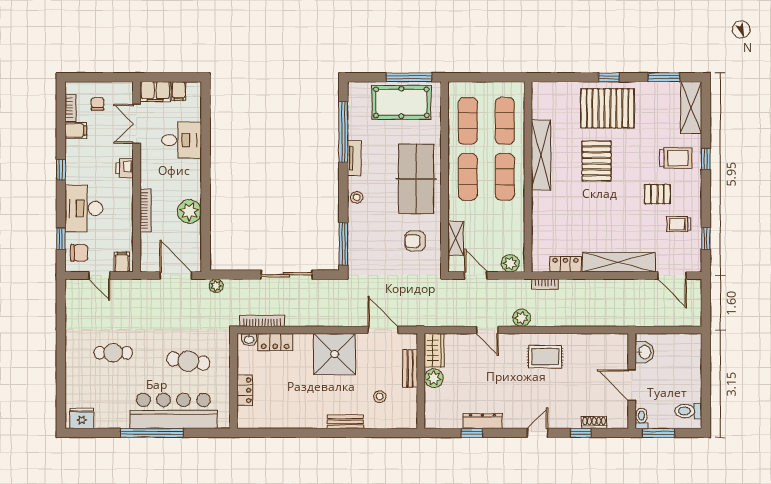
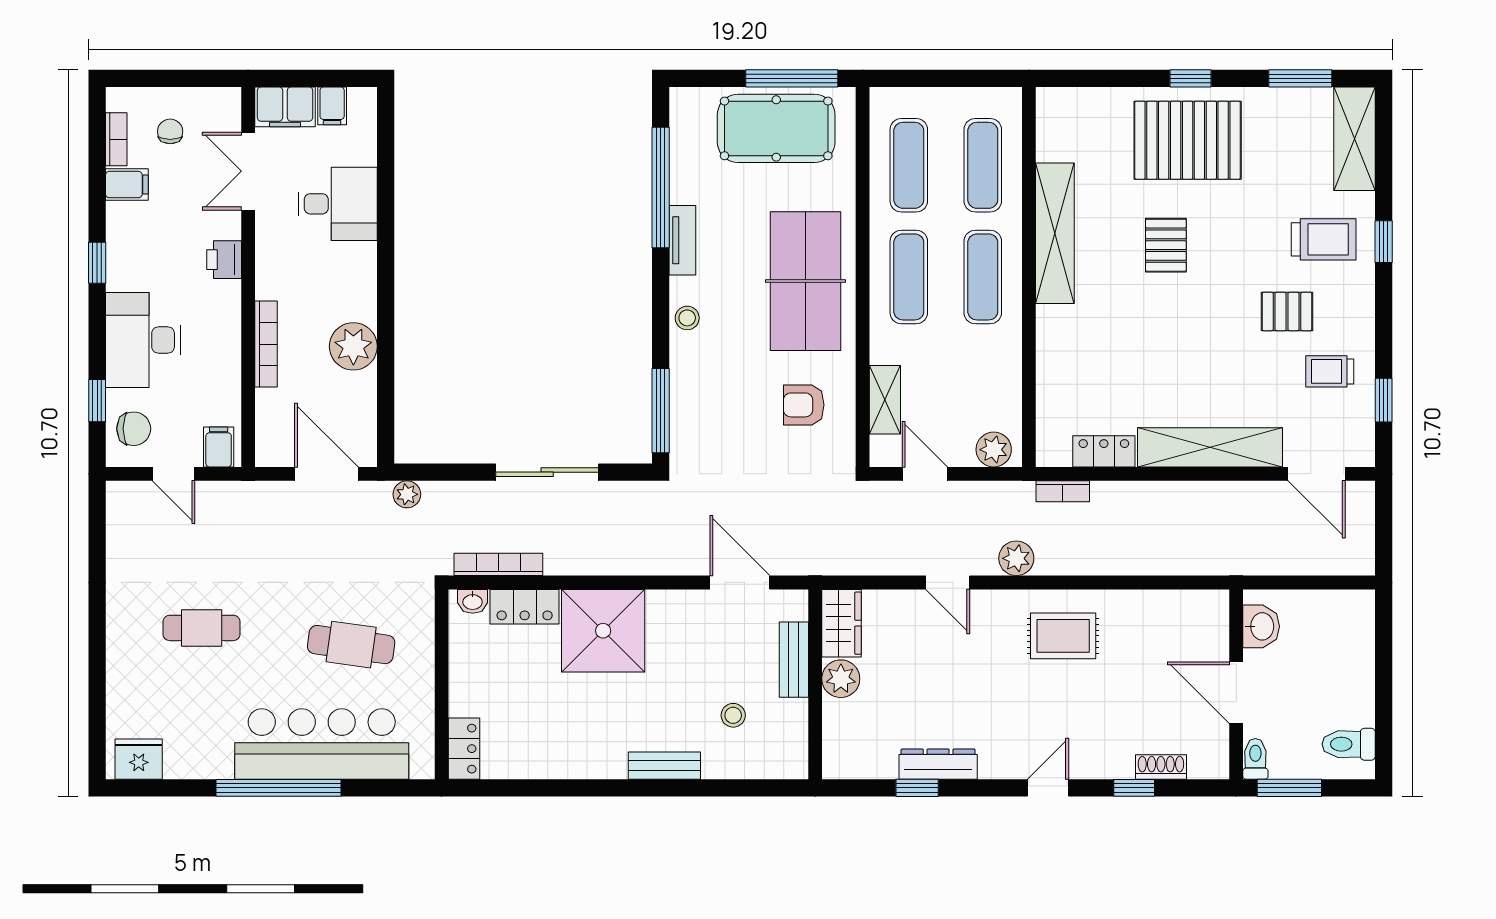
pallet: (597, 161) -> (1166, 245), width x0.67, depth x0.71
shower: (334, 354) -> (603, 631), moved
locker: (245, 390) -> (464, 749), moved

